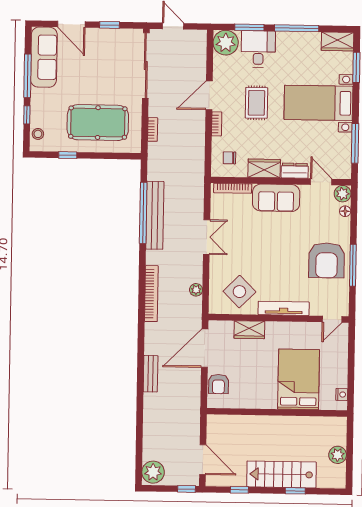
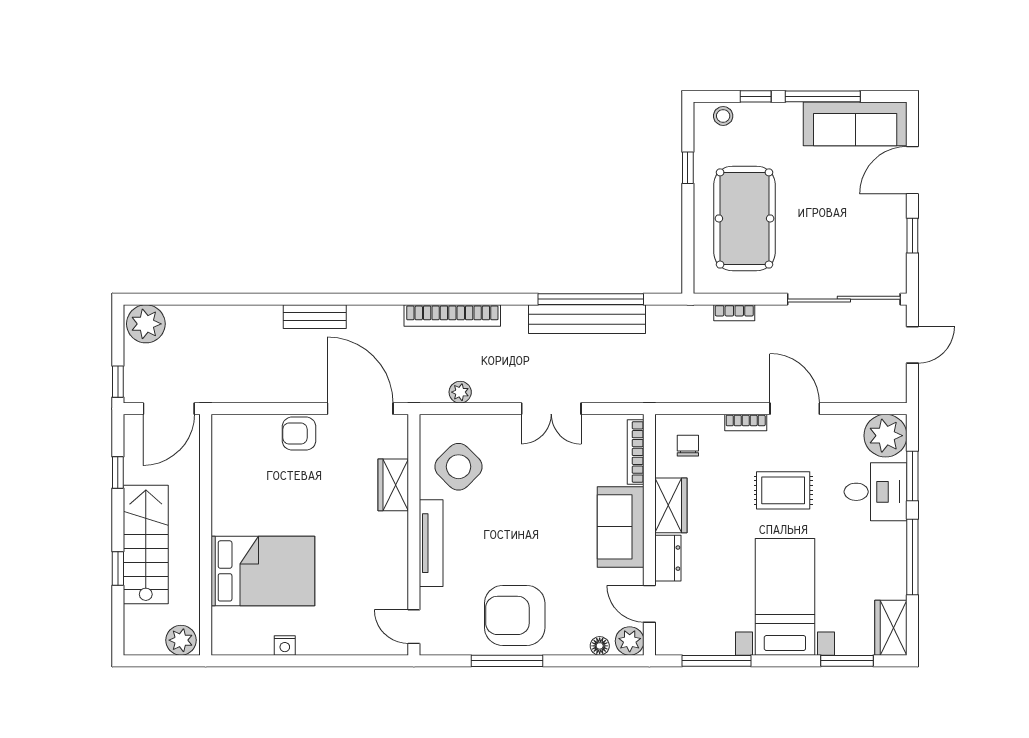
door: (321, 182) -> (649, 604), swing flipped
bed: (299, 379) -> (263, 571), moved
wall: (277, 412) -> (206, 535), moved

